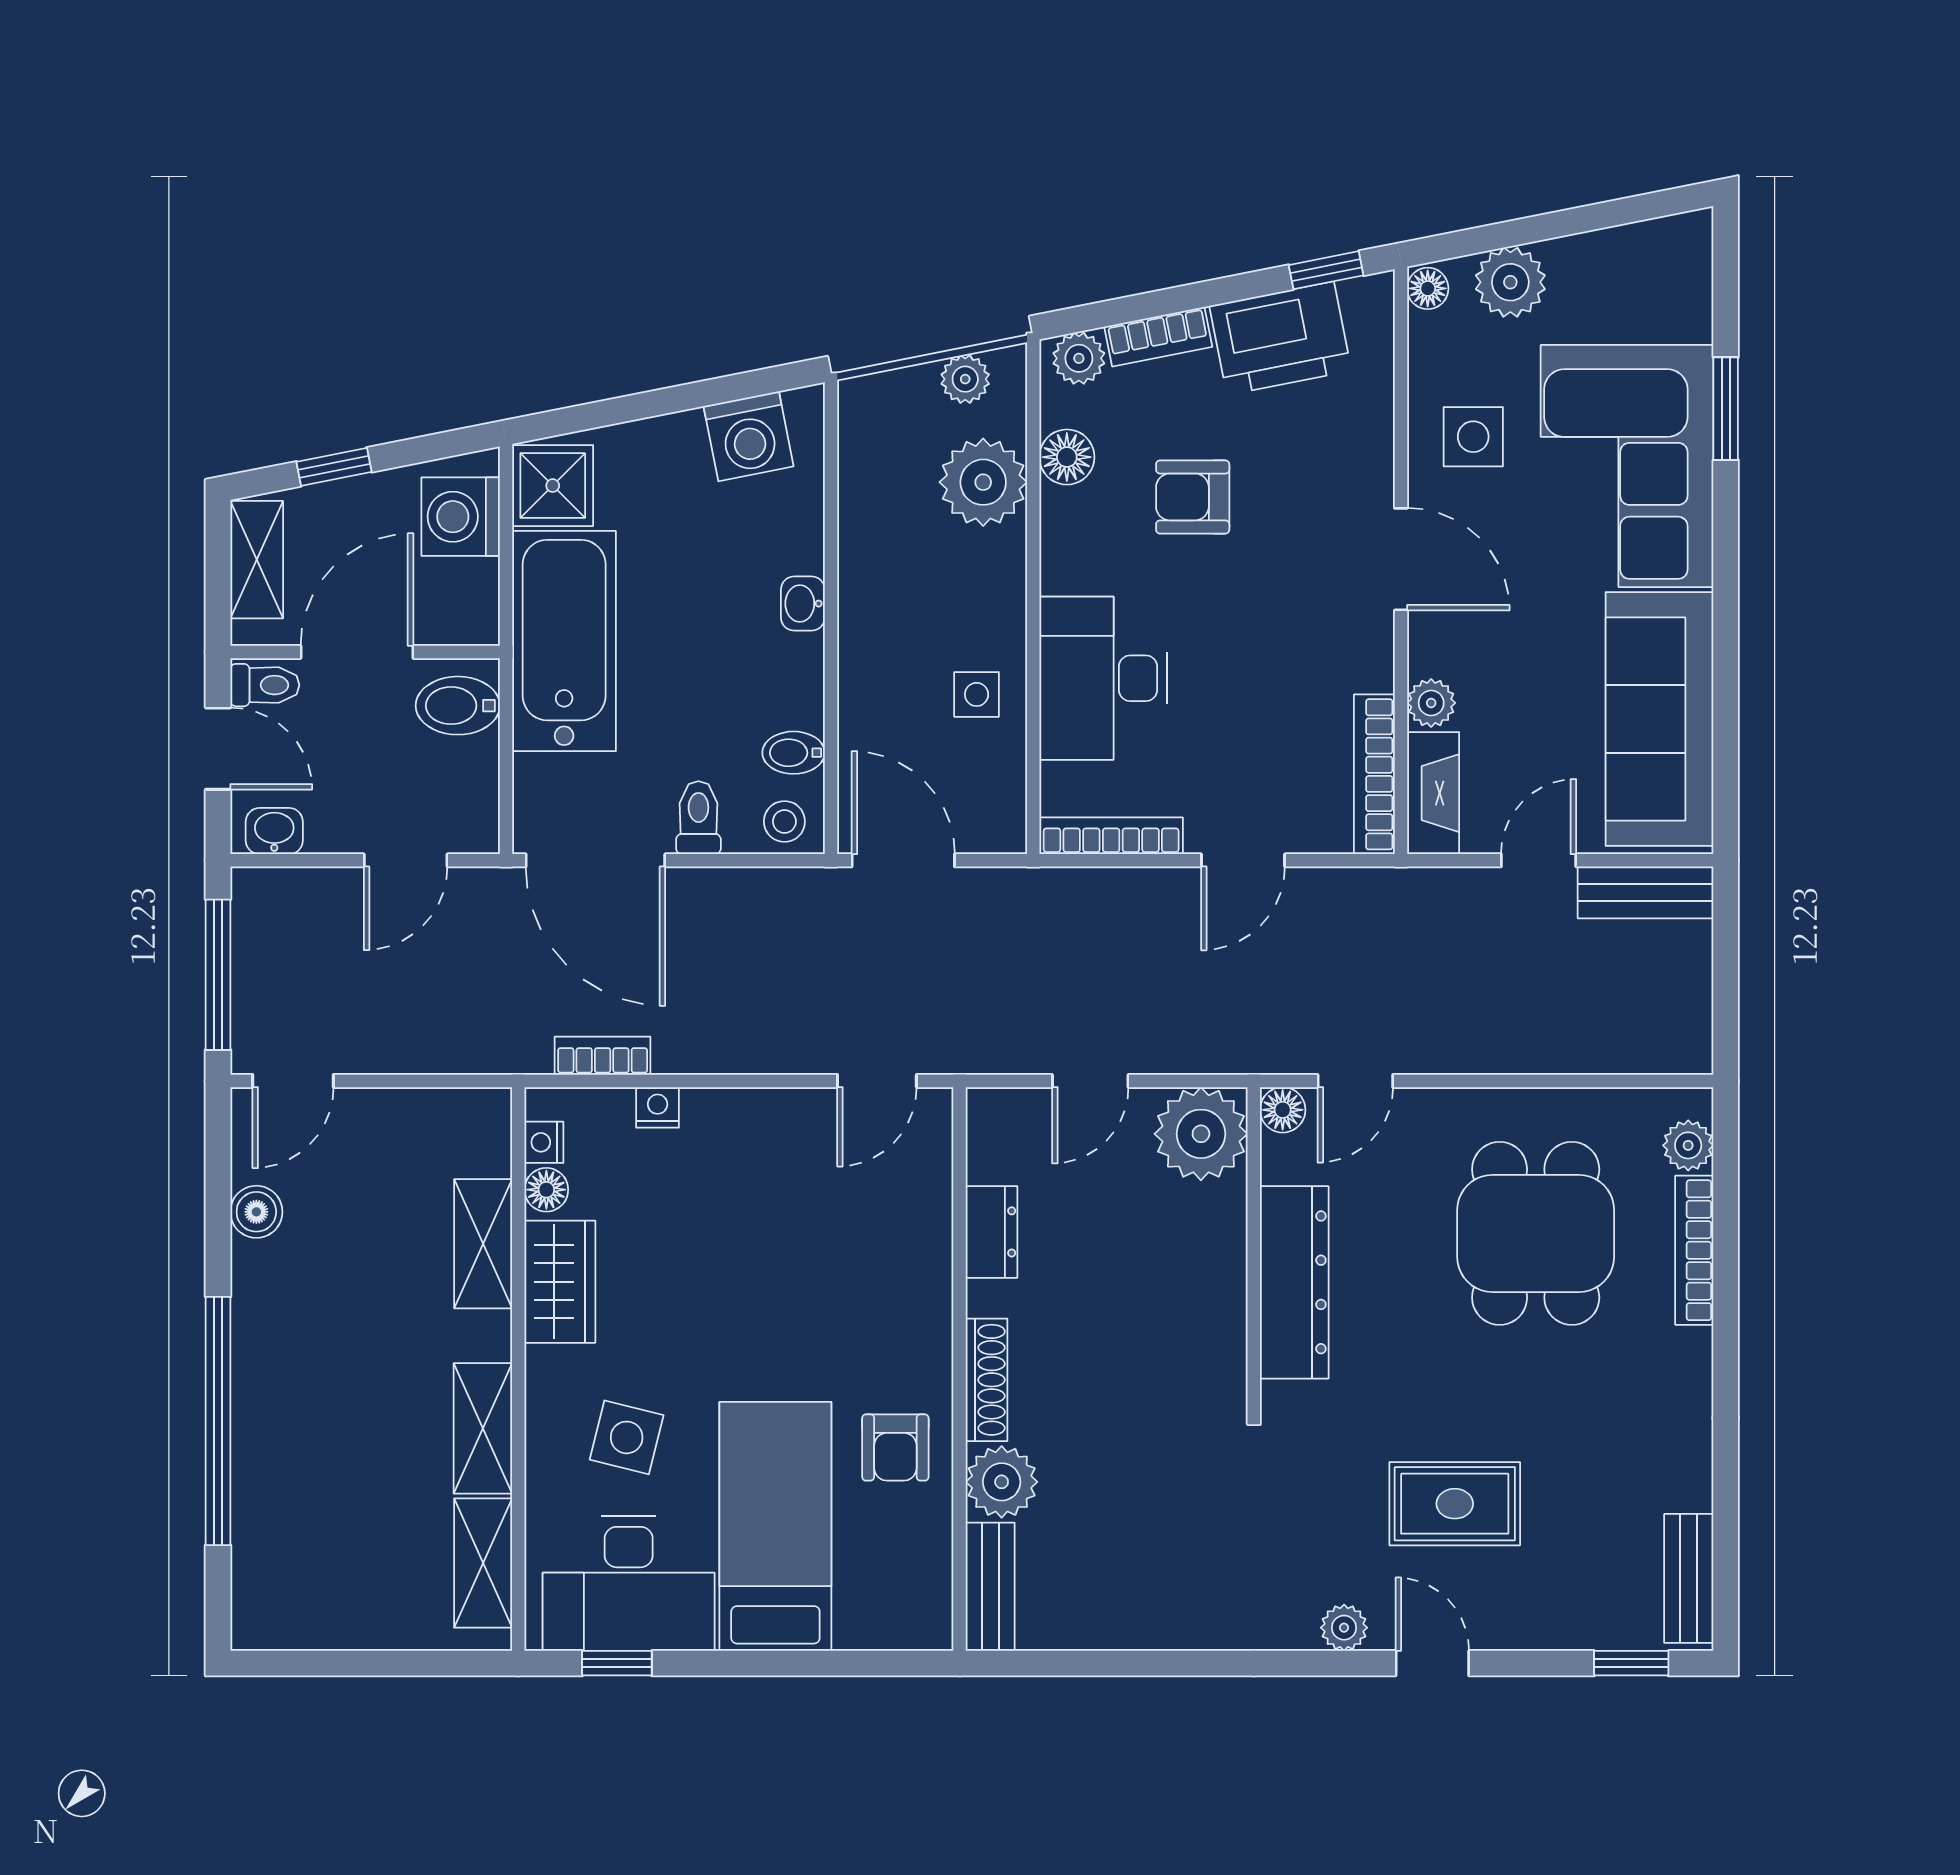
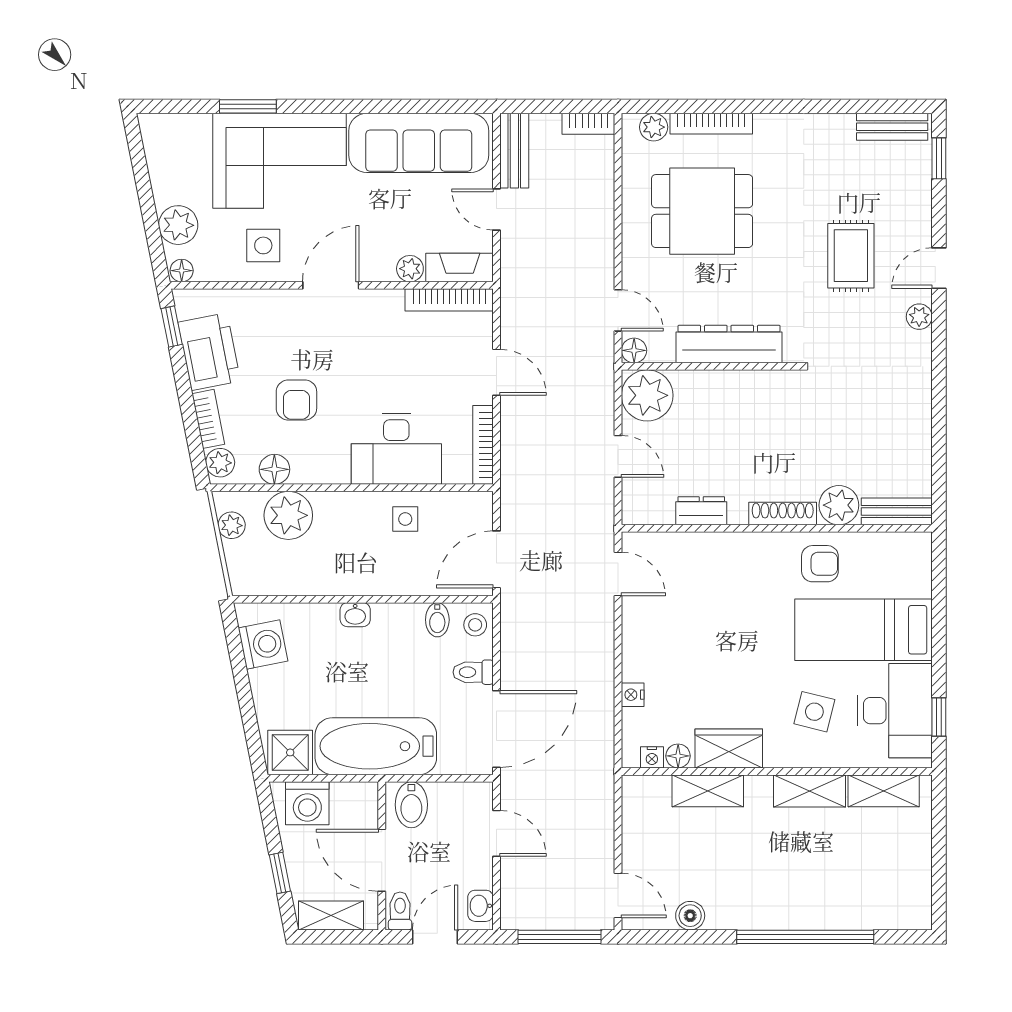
bookcase: (603, 1056) -> (588, 124), moved, turned -90

